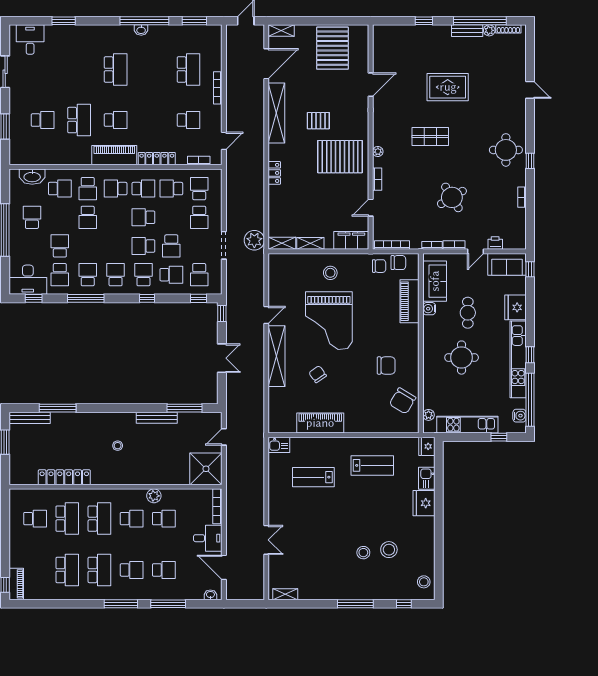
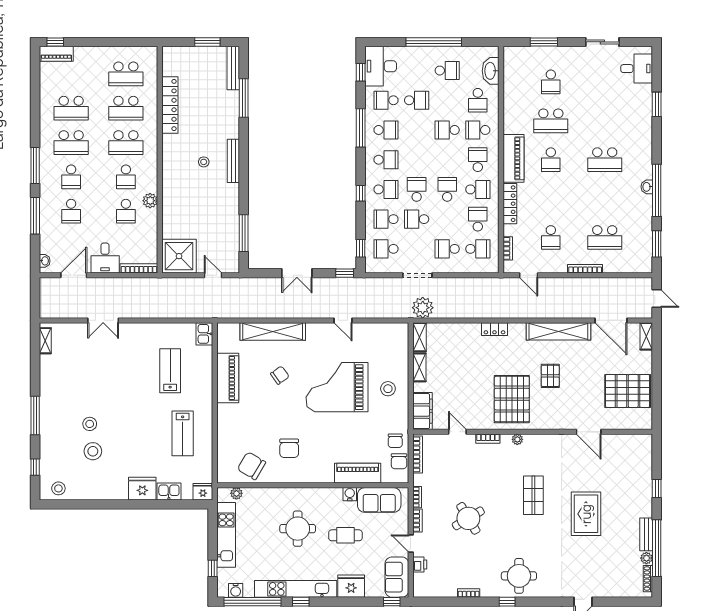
school desk: (143, 189) -> (478, 189), turned -90
school desk: (171, 275) -> (386, 219), turned 90
shelving: (277, 356) -> (273, 331), moved
bench: (157, 418) -> (233, 161), moved
school desk: (35, 519) -> (126, 74), width x1.85

